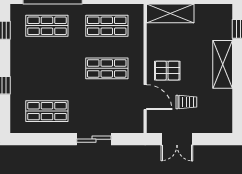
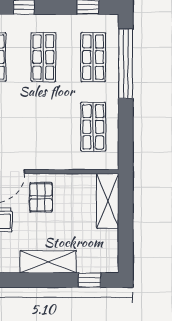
shop shelf: (107, 68) -> (43, 57), moved

